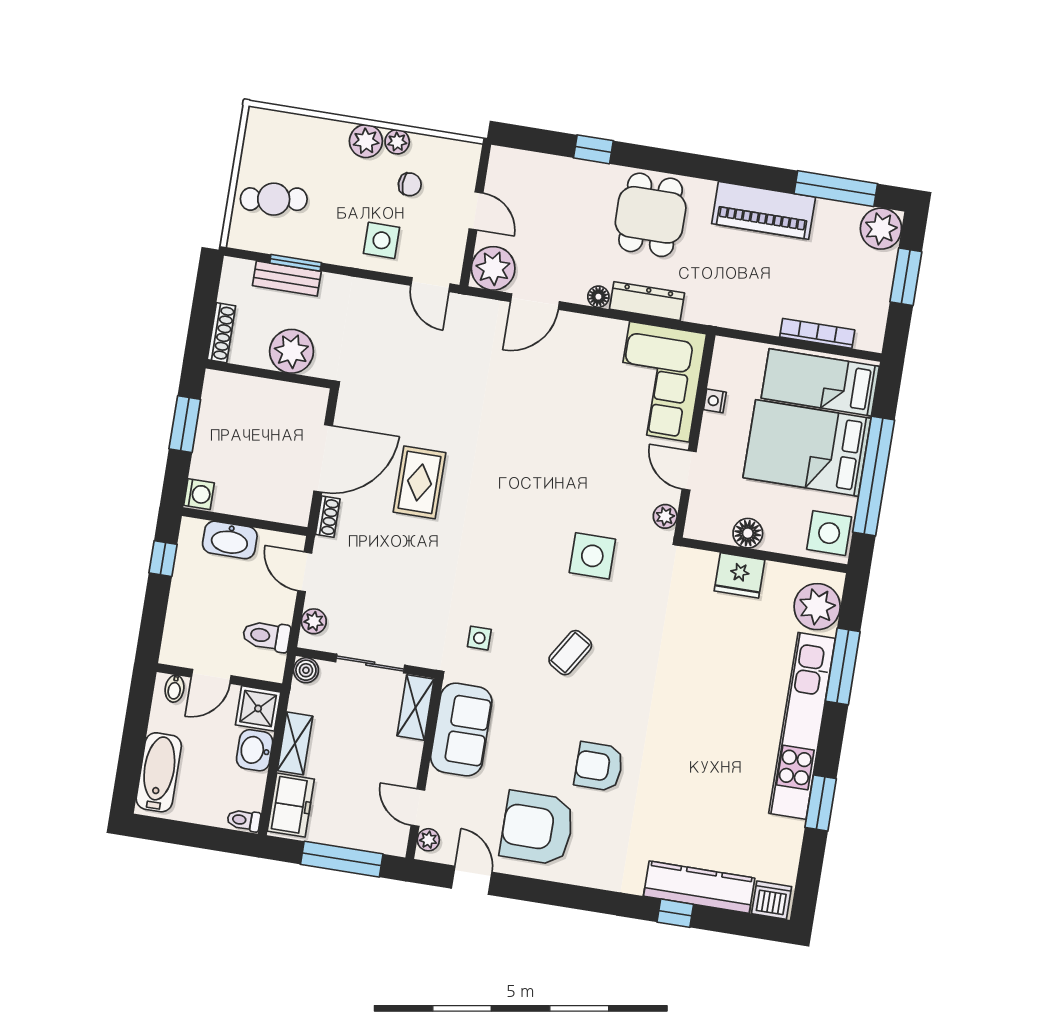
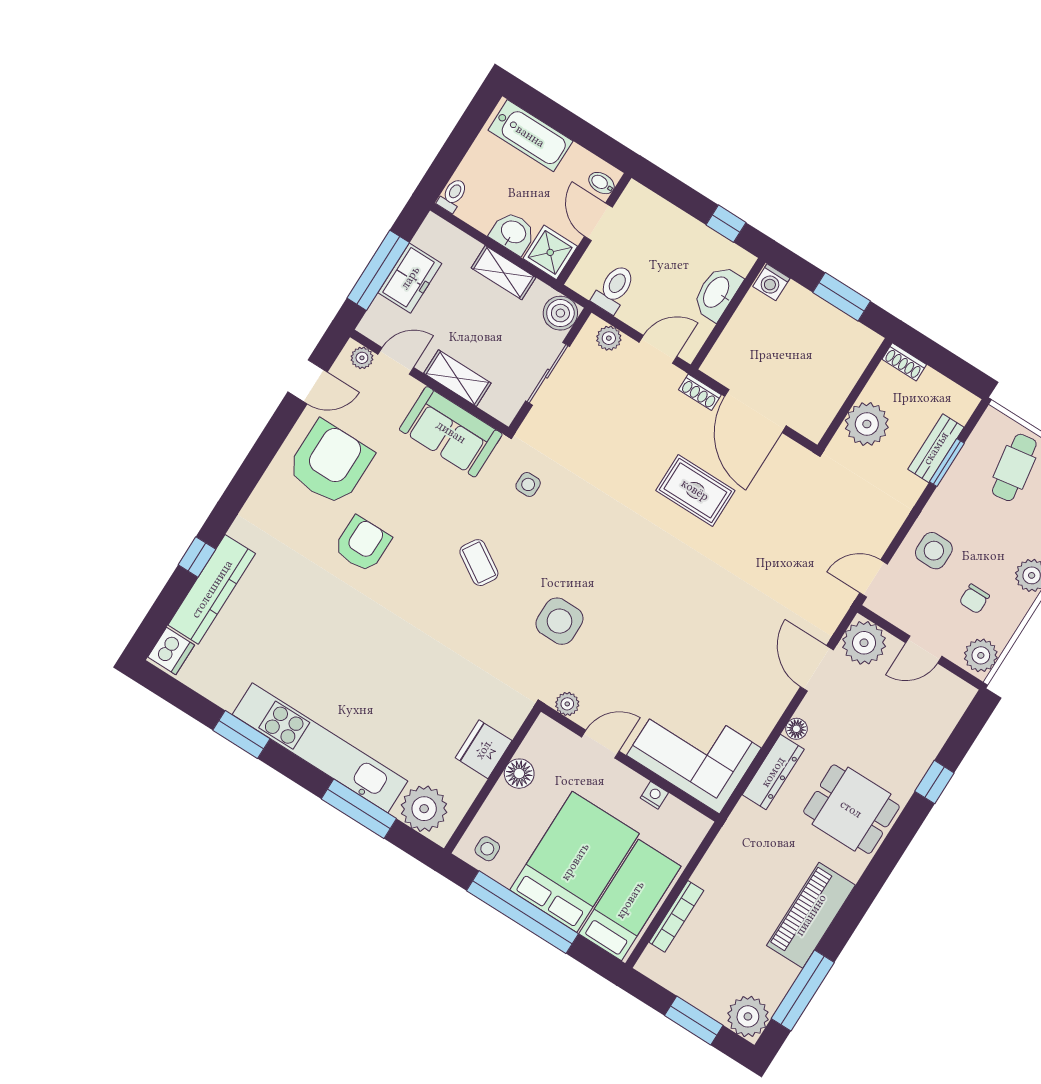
plant: (397, 142) -> (981, 655), moved, width x1.38, depth x1.38
shoe rack: (221, 333) -> (904, 362), width x0.70
side table: (829, 533) -> (487, 849), width x0.54, depth x0.54
boiler: (306, 670) -> (560, 313), width x1.36, depth x1.36
shelving: (416, 707) -> (457, 378), moved
freezer: (291, 805) -> (410, 278), moved, turned -90

